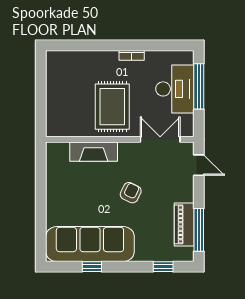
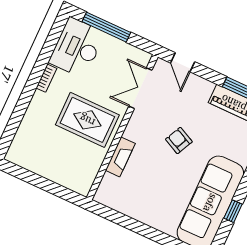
desk: (175, 89) -> (77, 48), moved, turned -90
fireplace: (94, 152) -> (120, 157), width x0.73, depth x0.76
door: (199, 165) -> (183, 62), swing flipped

